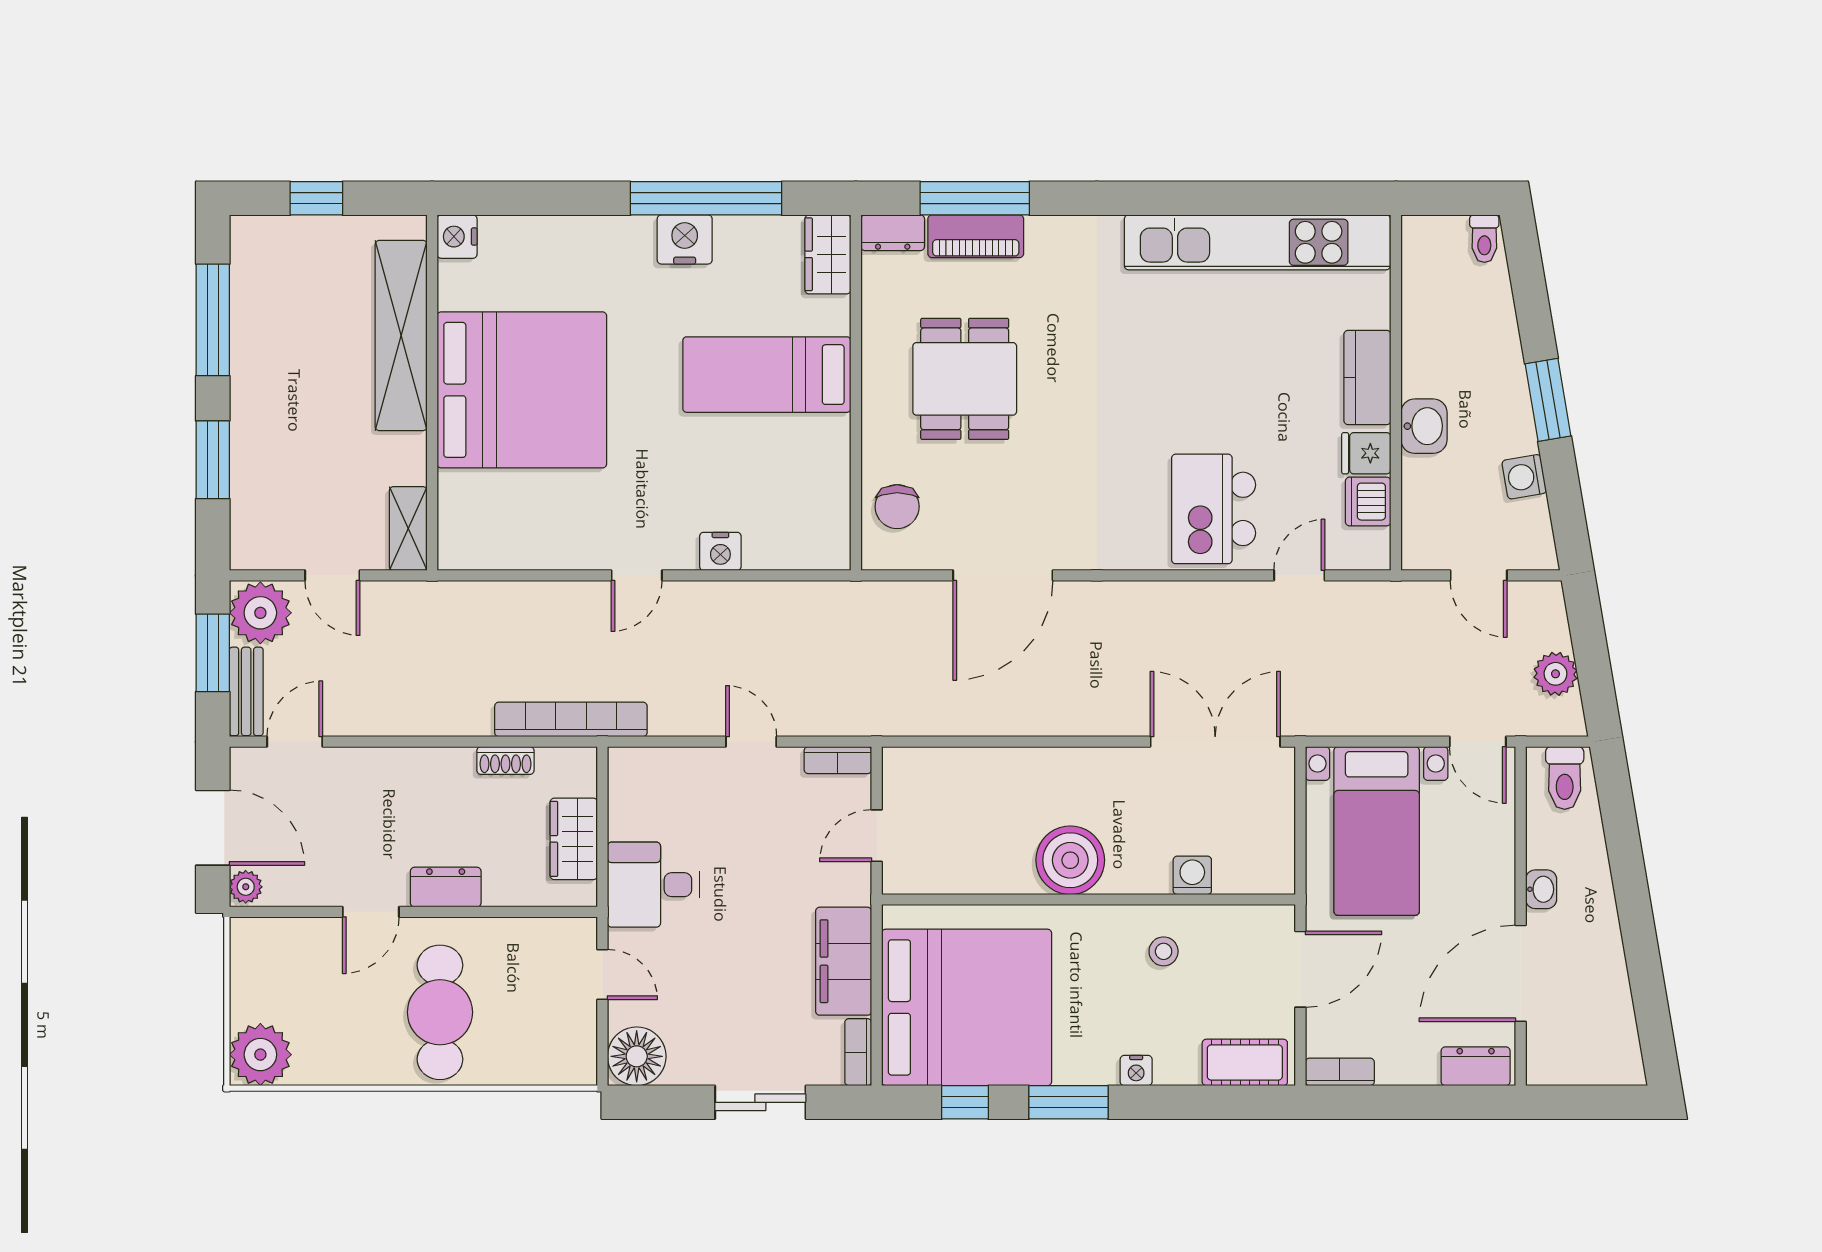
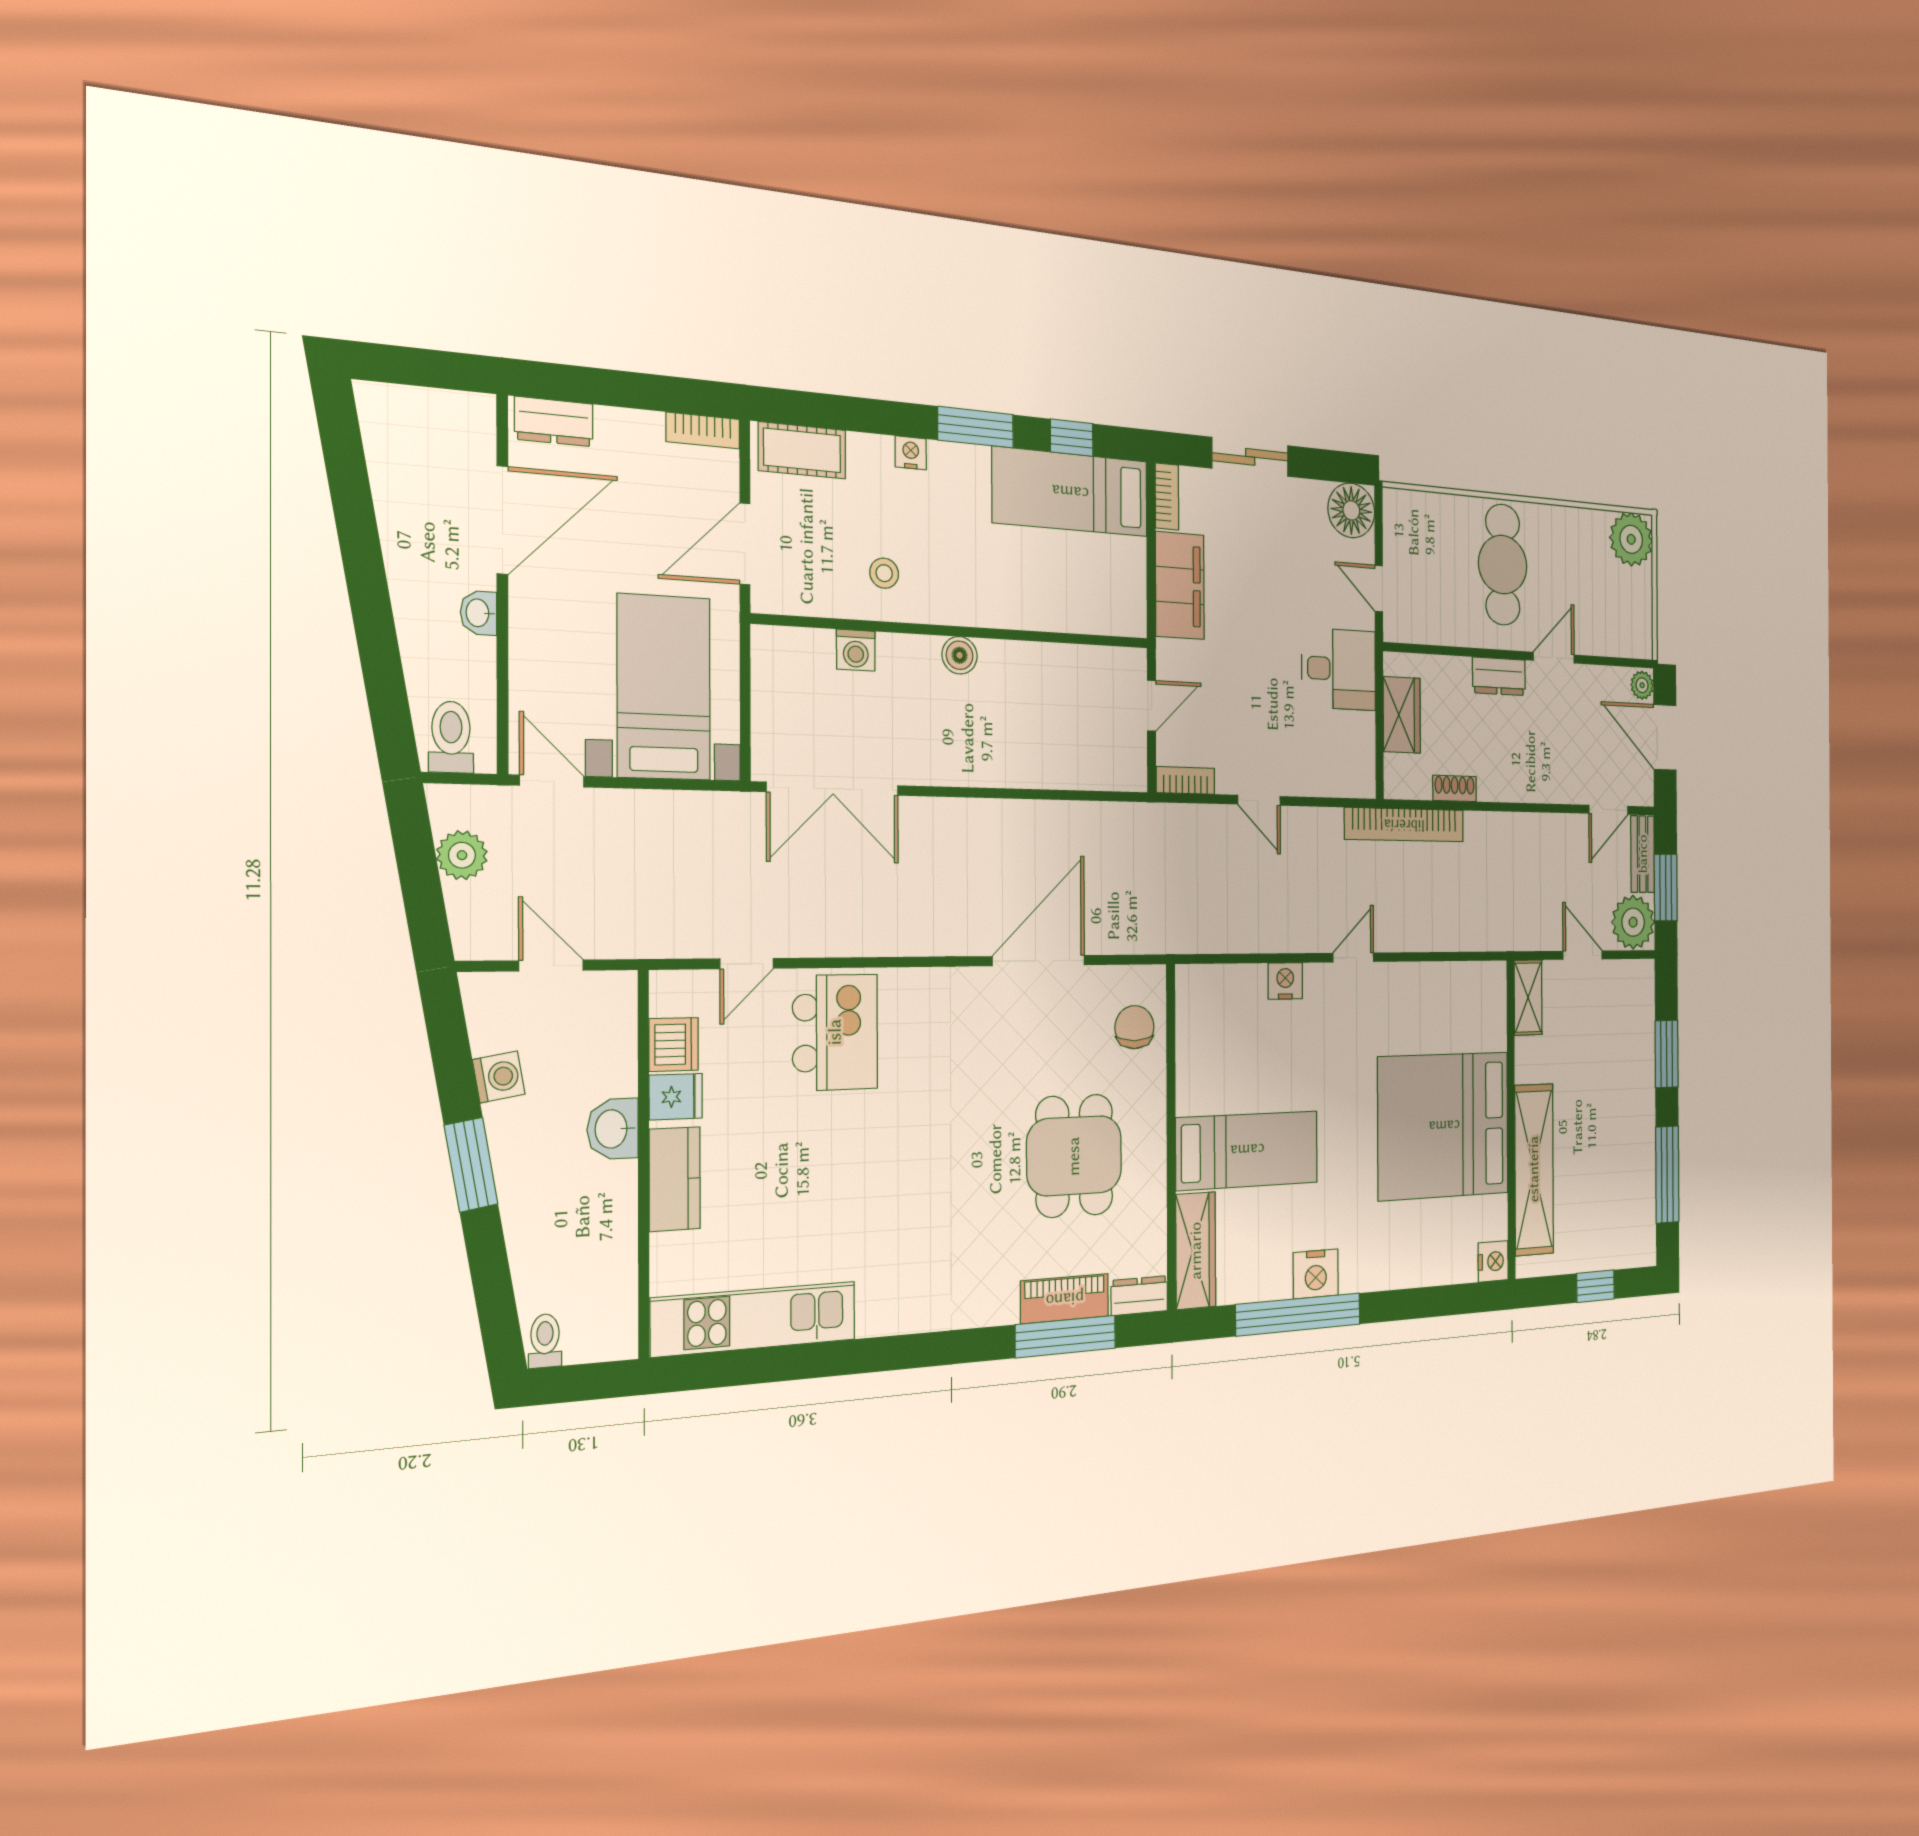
kitchen unit: (1257, 242) -> (754, 1319), width x0.73
wardrobe: (828, 254) -> (1196, 1251), width x1.50
boiler: (1070, 860) -> (960, 655), width x0.54, depth x0.54
bed: (967, 1007) -> (1070, 492), width x0.49

